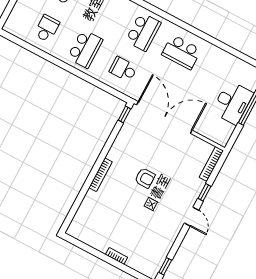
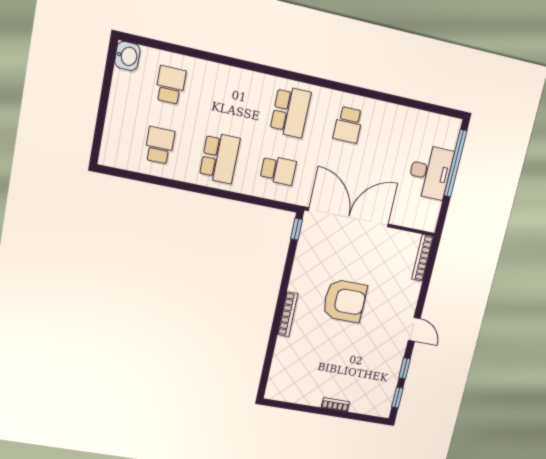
school desk: (181, 52) -> (348, 125), width x0.54
school desk: (123, 69) -> (278, 170), turned 180
armchair: (145, 178) -> (345, 301), width x1.88, depth x1.88
window: (204, 192) -> (405, 368), moved

